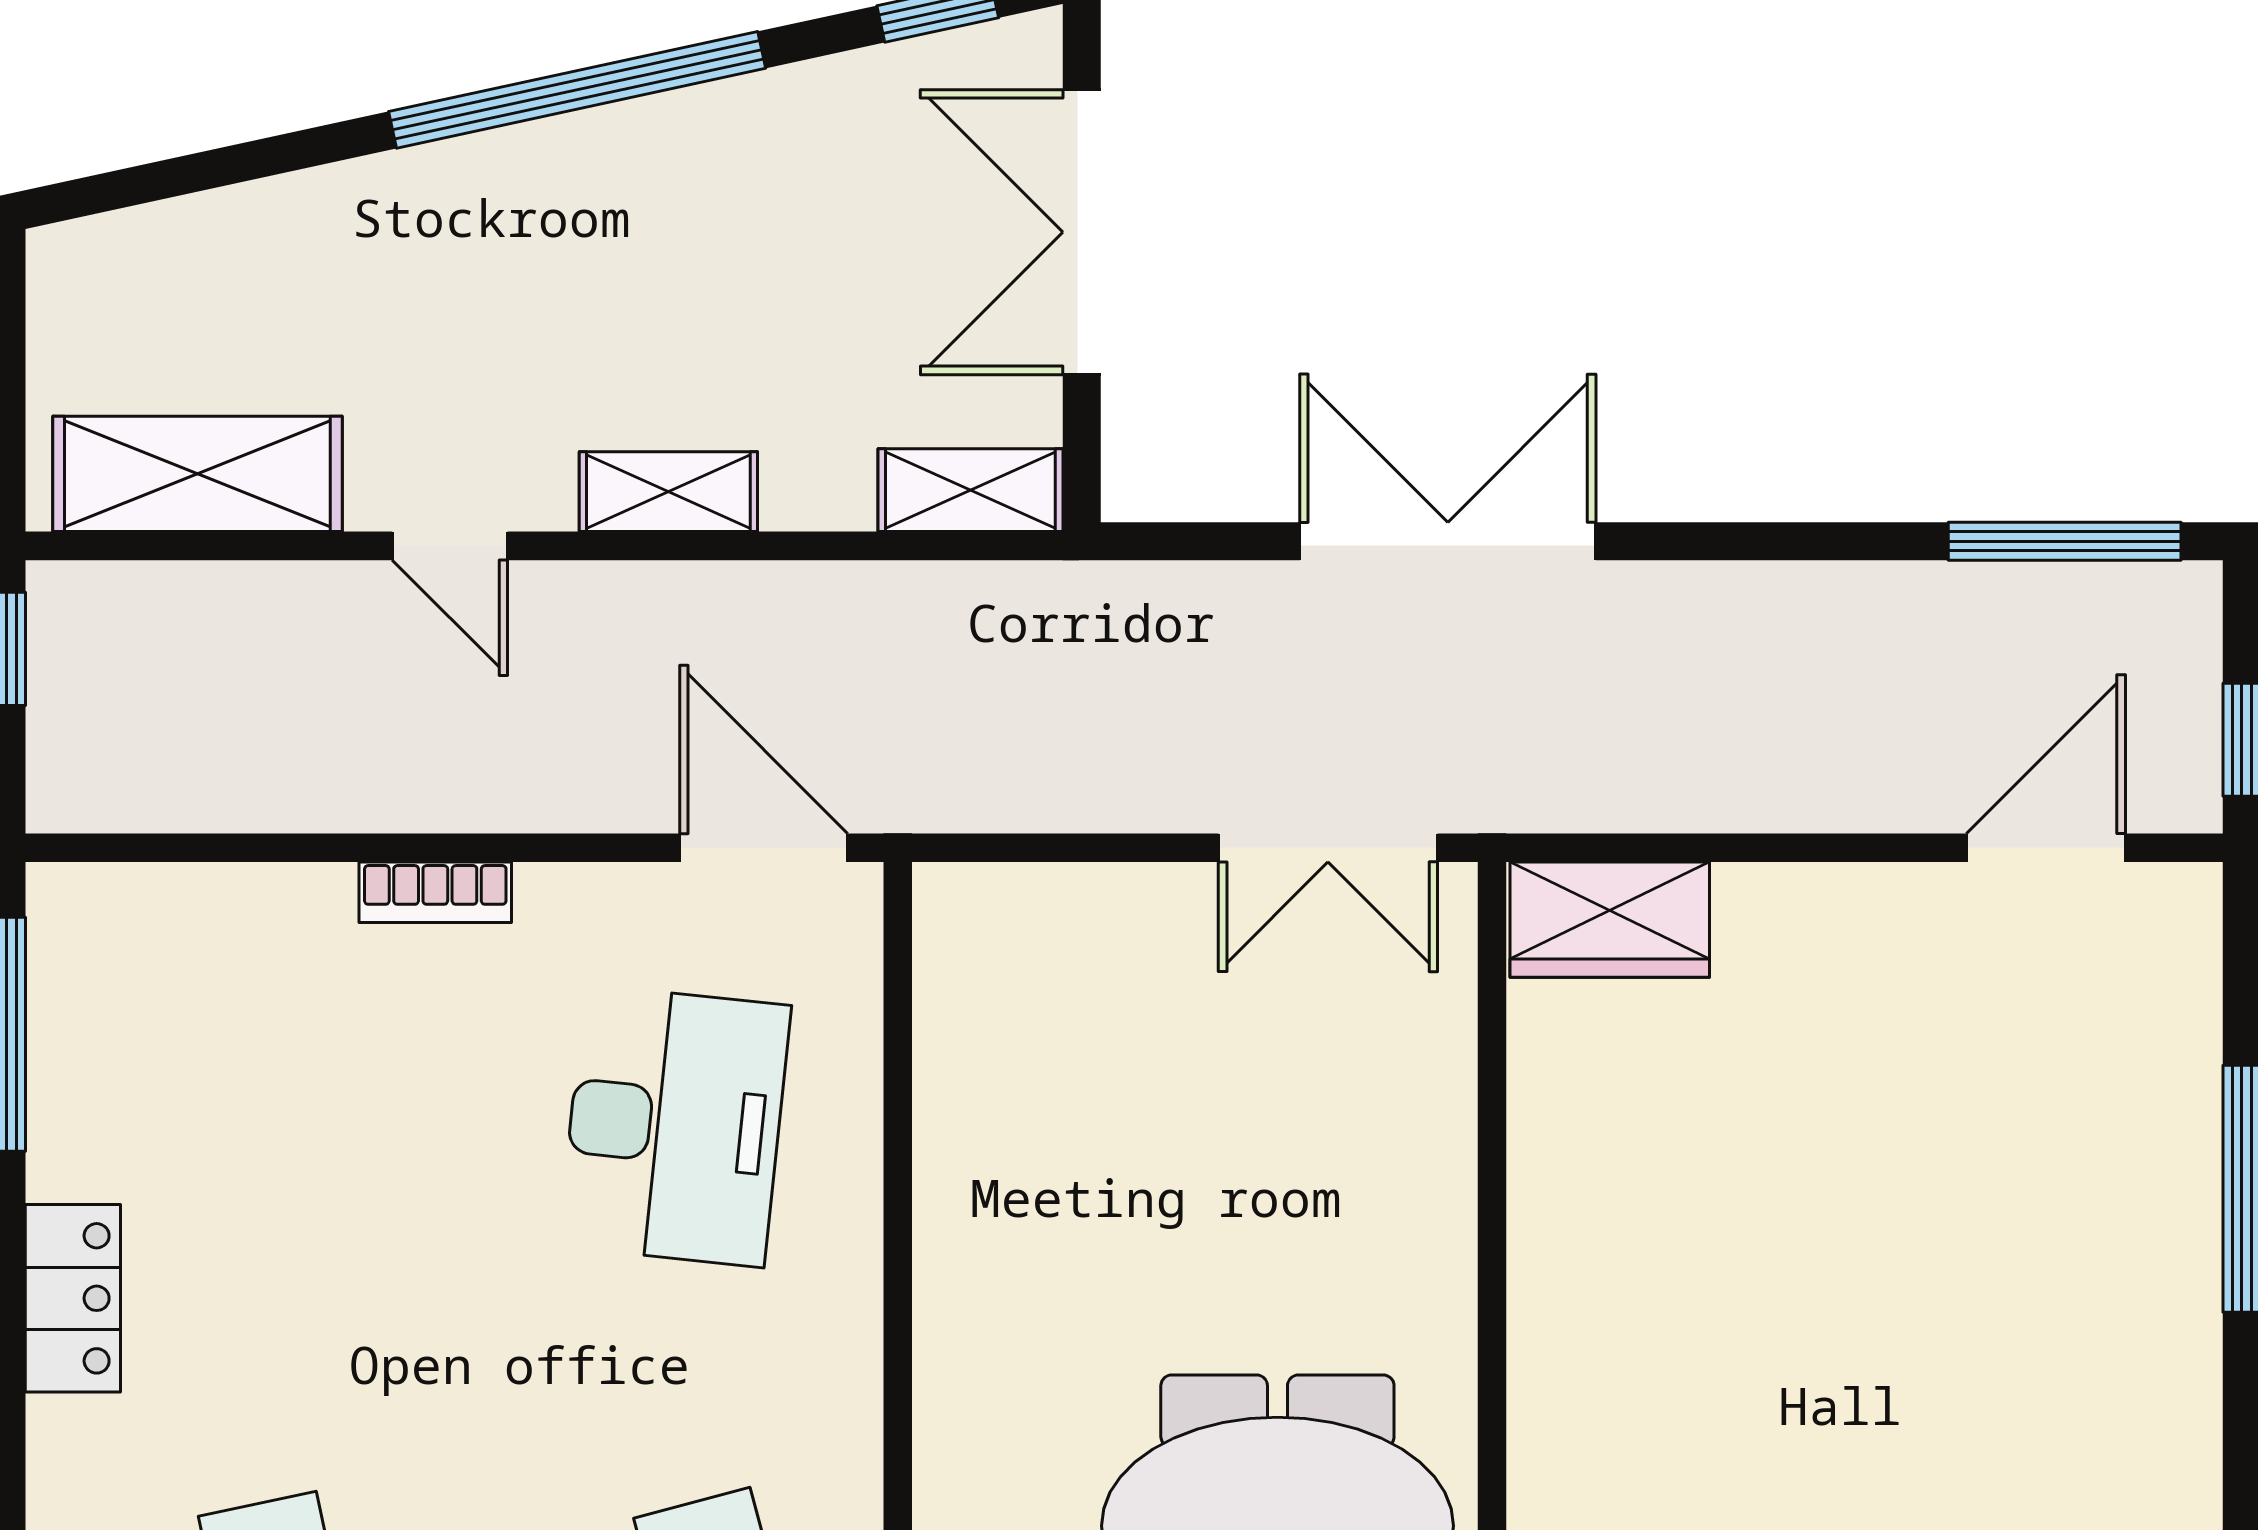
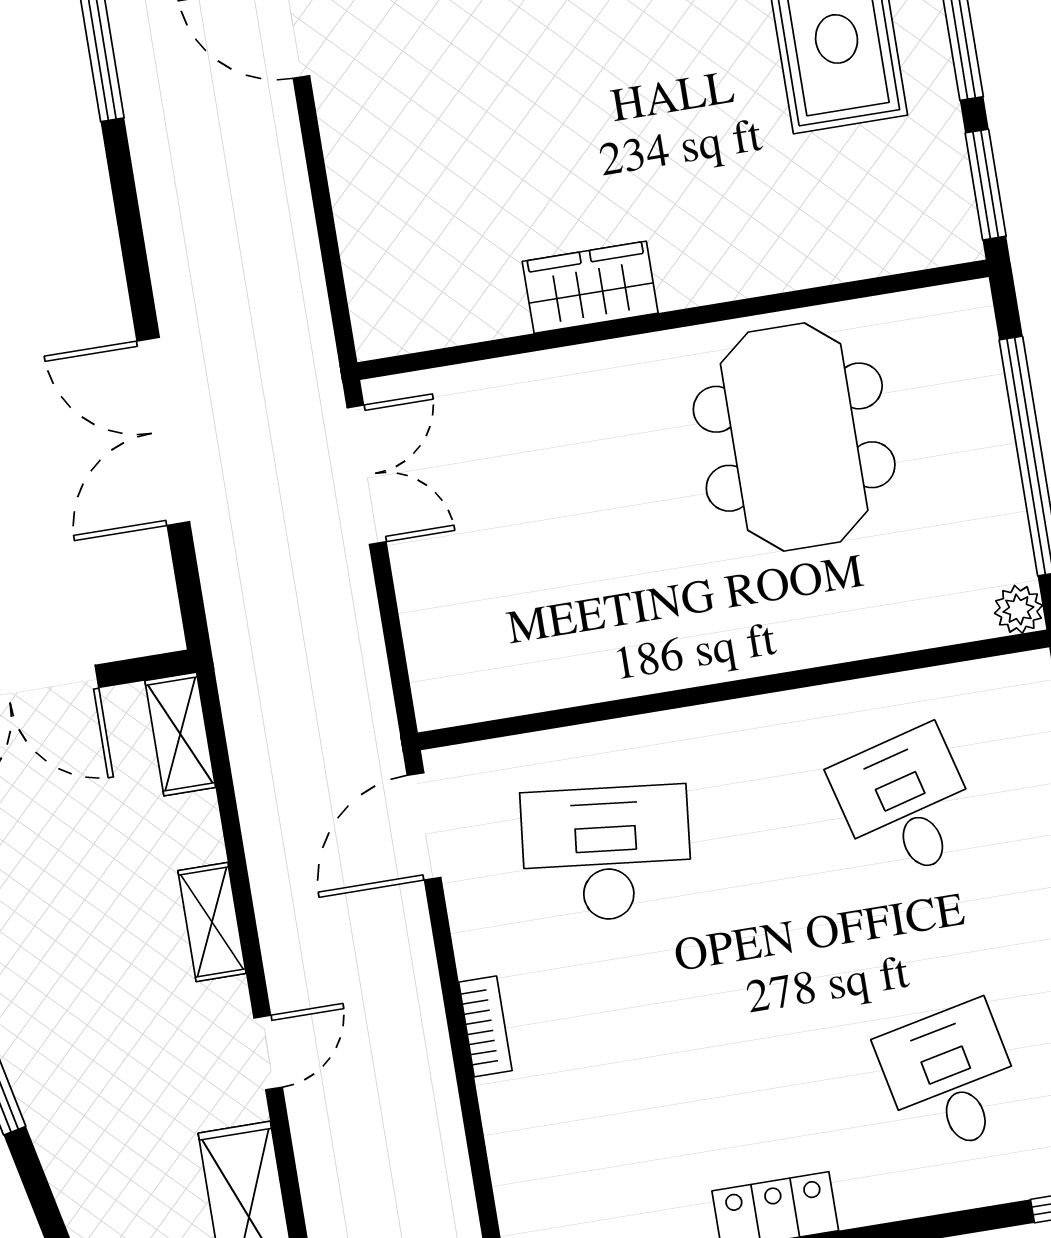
wardrobe: (1610, 920) -> (590, 287), moved, turned -90

